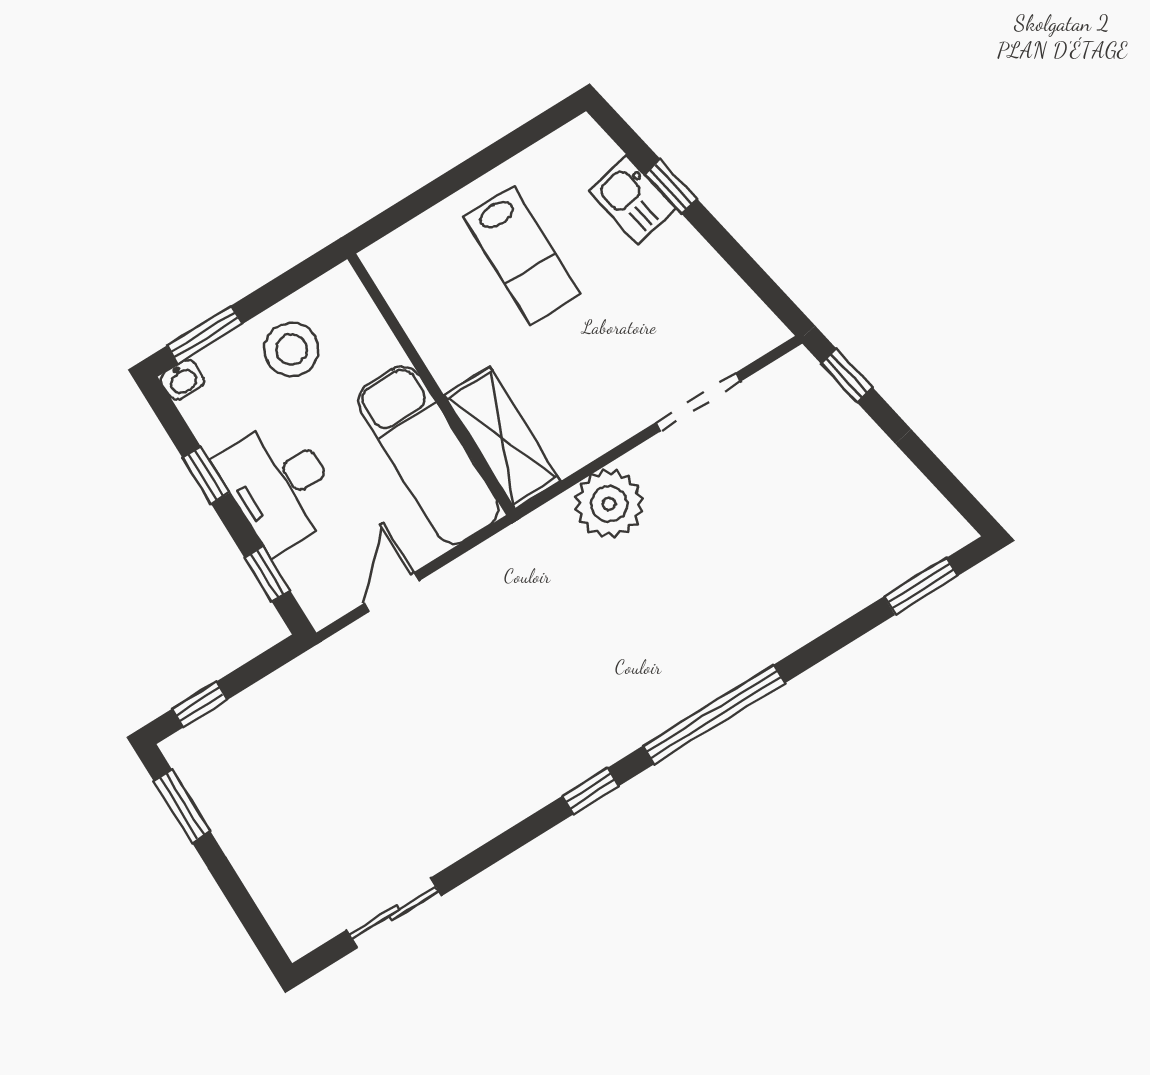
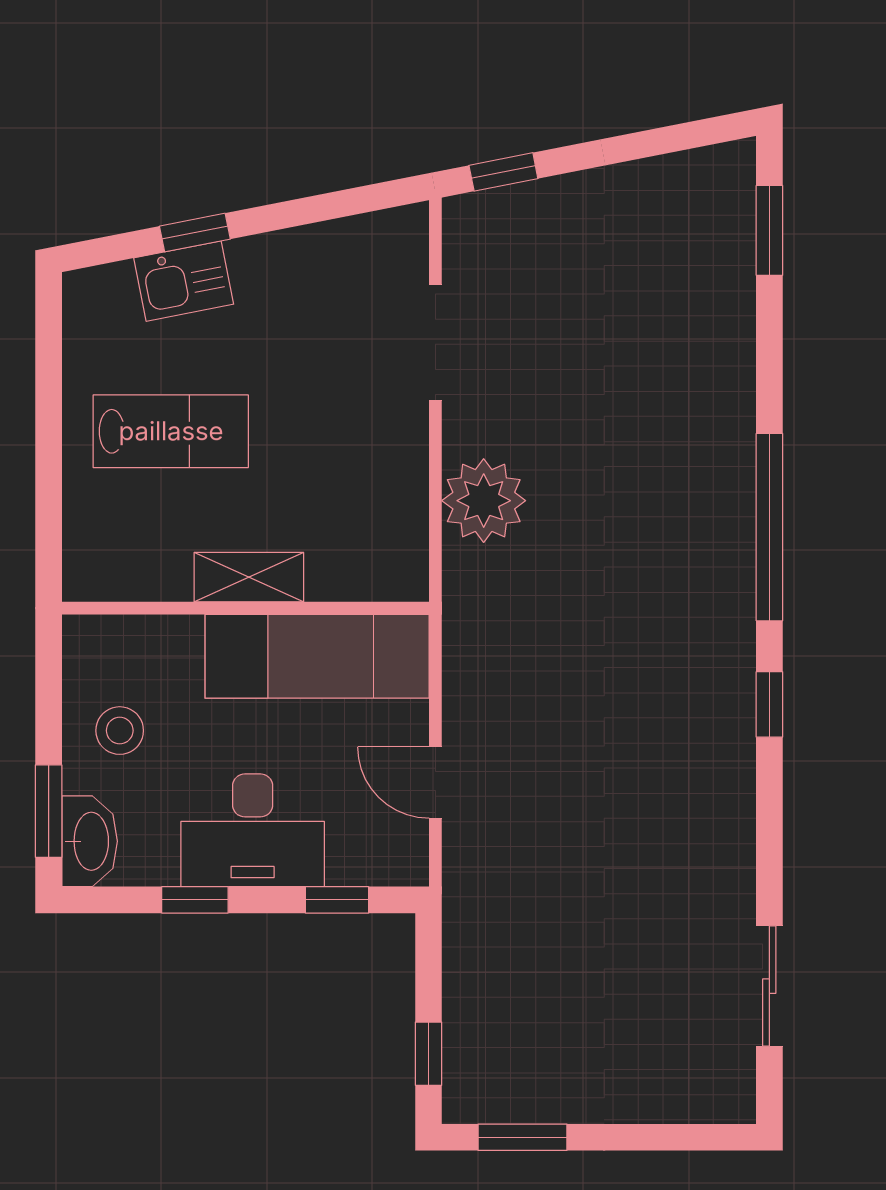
stool: (291, 349) -> (120, 731), width x0.73, depth x0.73
washbasin: (182, 380) -> (90, 841), width x1.91, depth x1.45
shelving: (502, 438) -> (249, 577), moved, width x0.67, depth x0.75

